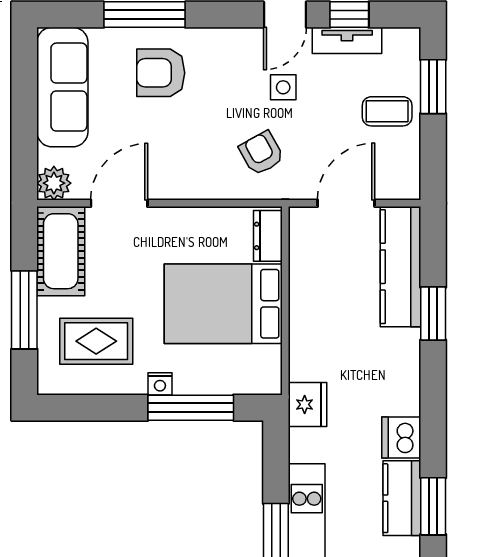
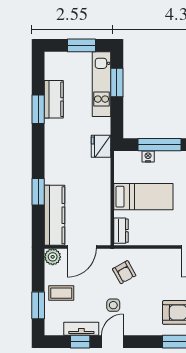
plant: (404, 184) -> (53, 257), added
bed: (223, 304) -> (143, 197), width x0.67
nightstand: (160, 384) -> (148, 157), moved
dishwasher: (401, 438) -> (54, 130), removed
window: (433, 506) -> (38, 109), moved

